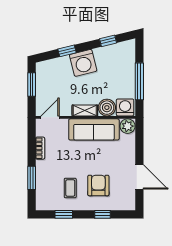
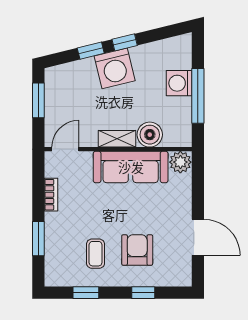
window: (108, 41) -> (125, 42), moved
washing machine: (125, 107) -> (179, 83), moved, turned -90

